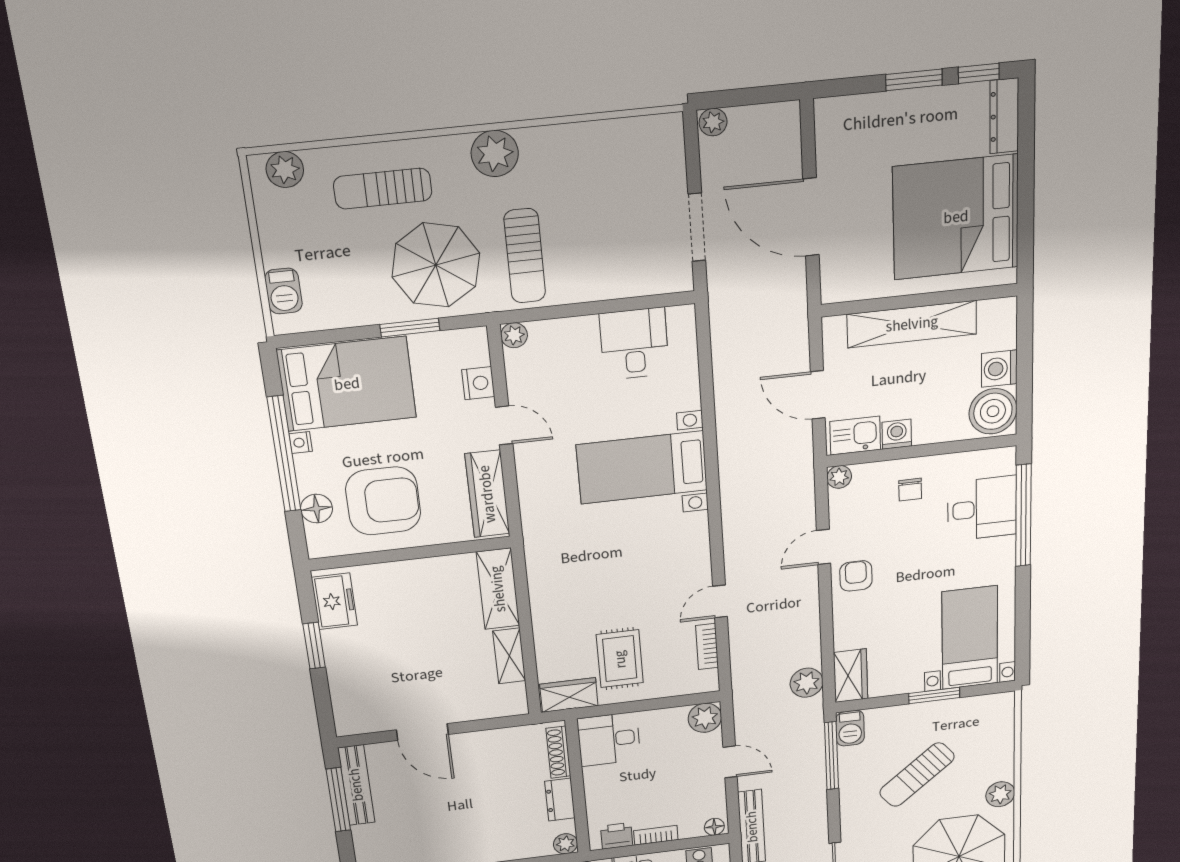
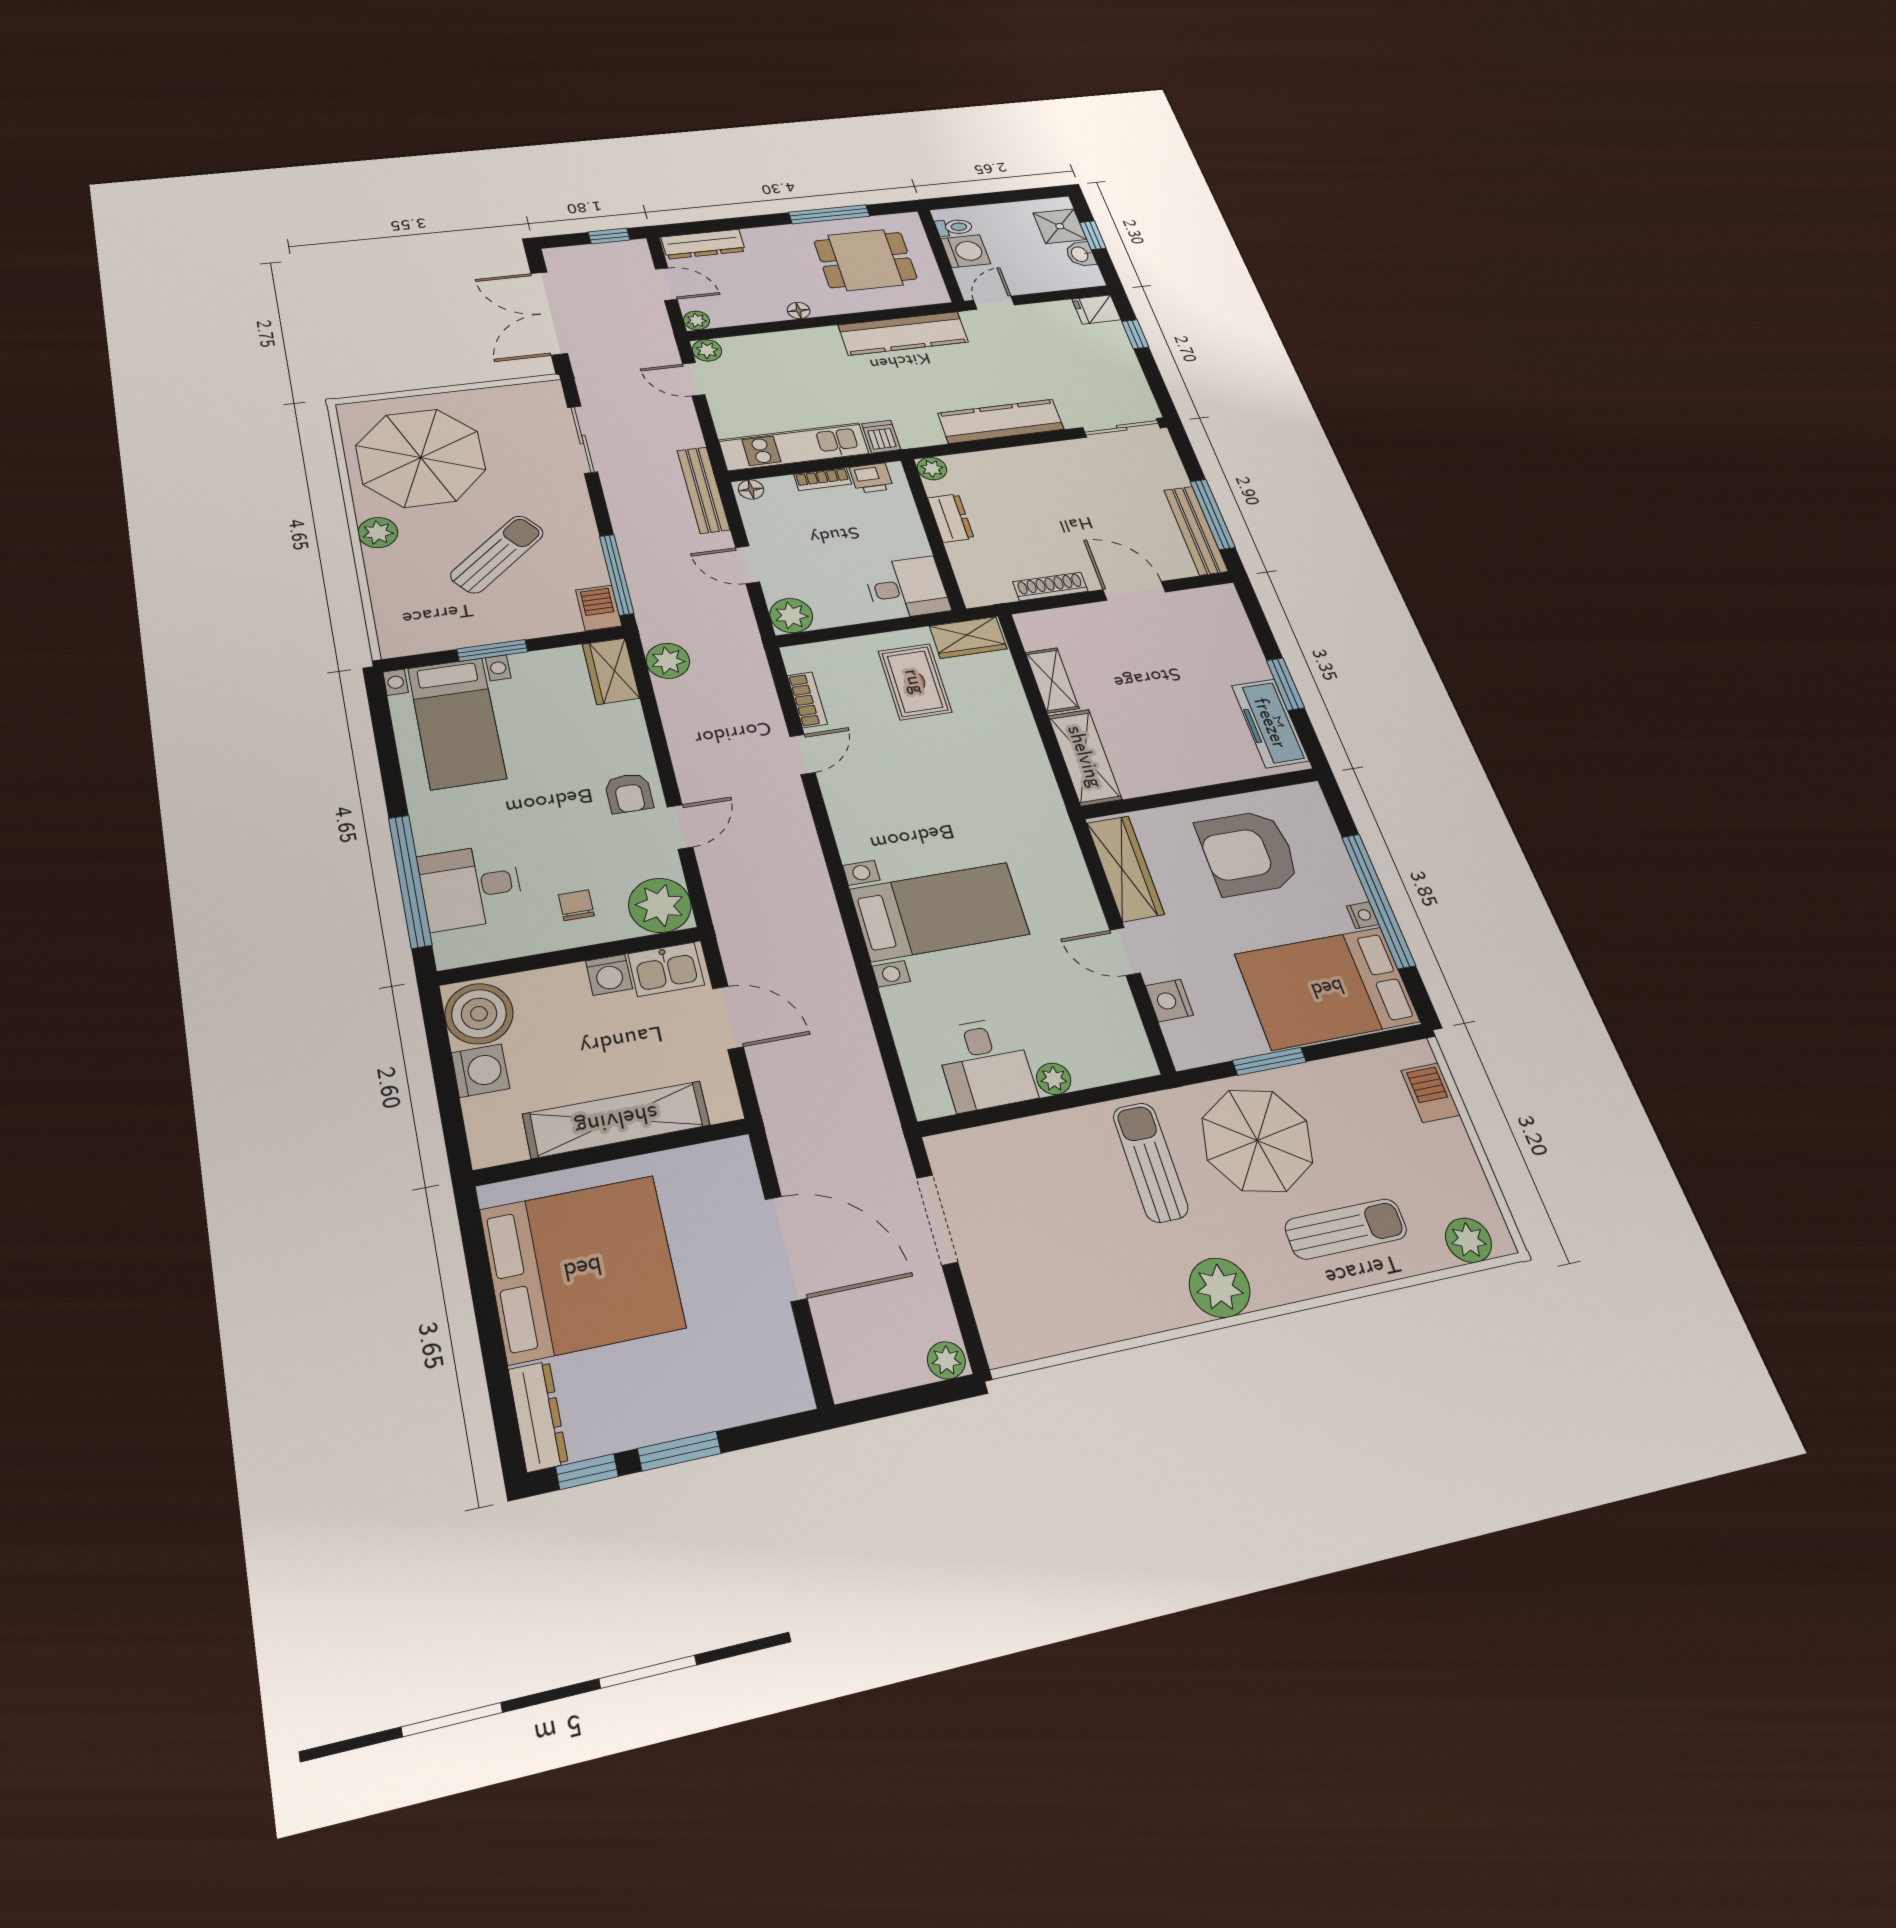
plant: (514, 335) -> (1054, 1079), moved
plant: (839, 477) -> (660, 905), width x1.88, depth x1.88
floor lamp: (317, 509) -> (1324, 840), removed
freezer: (334, 601) -> (1270, 723), width x1.40
shoe rack: (558, 752) -> (1050, 586), moved, turned -90

